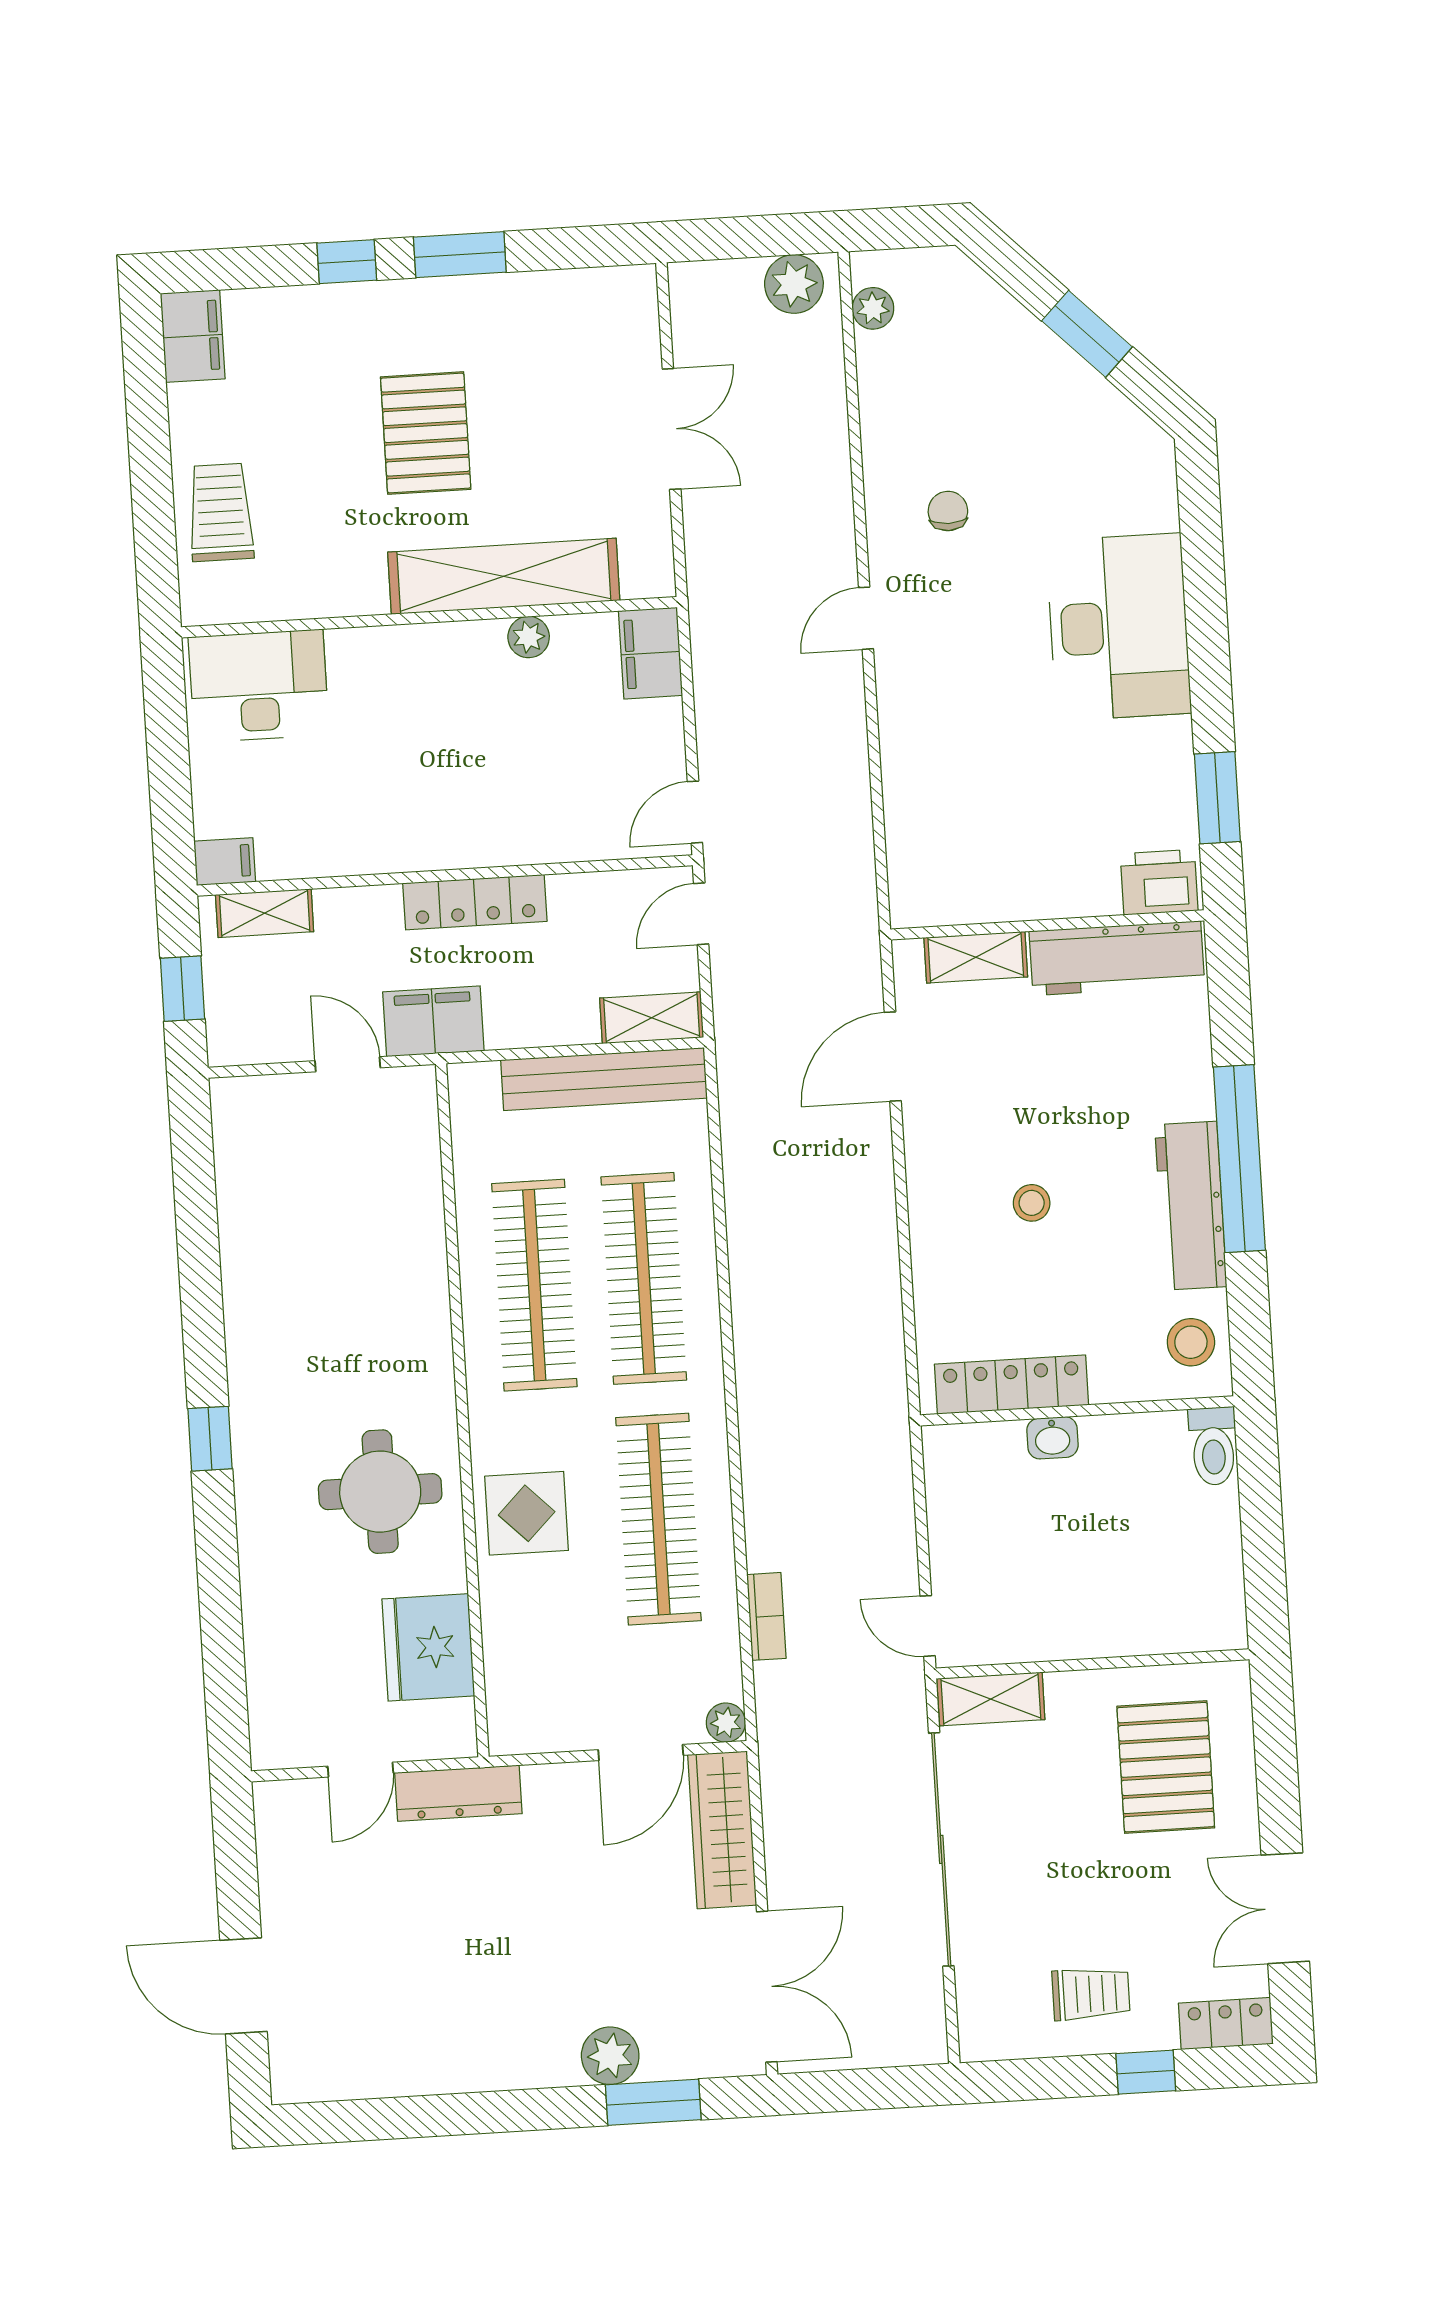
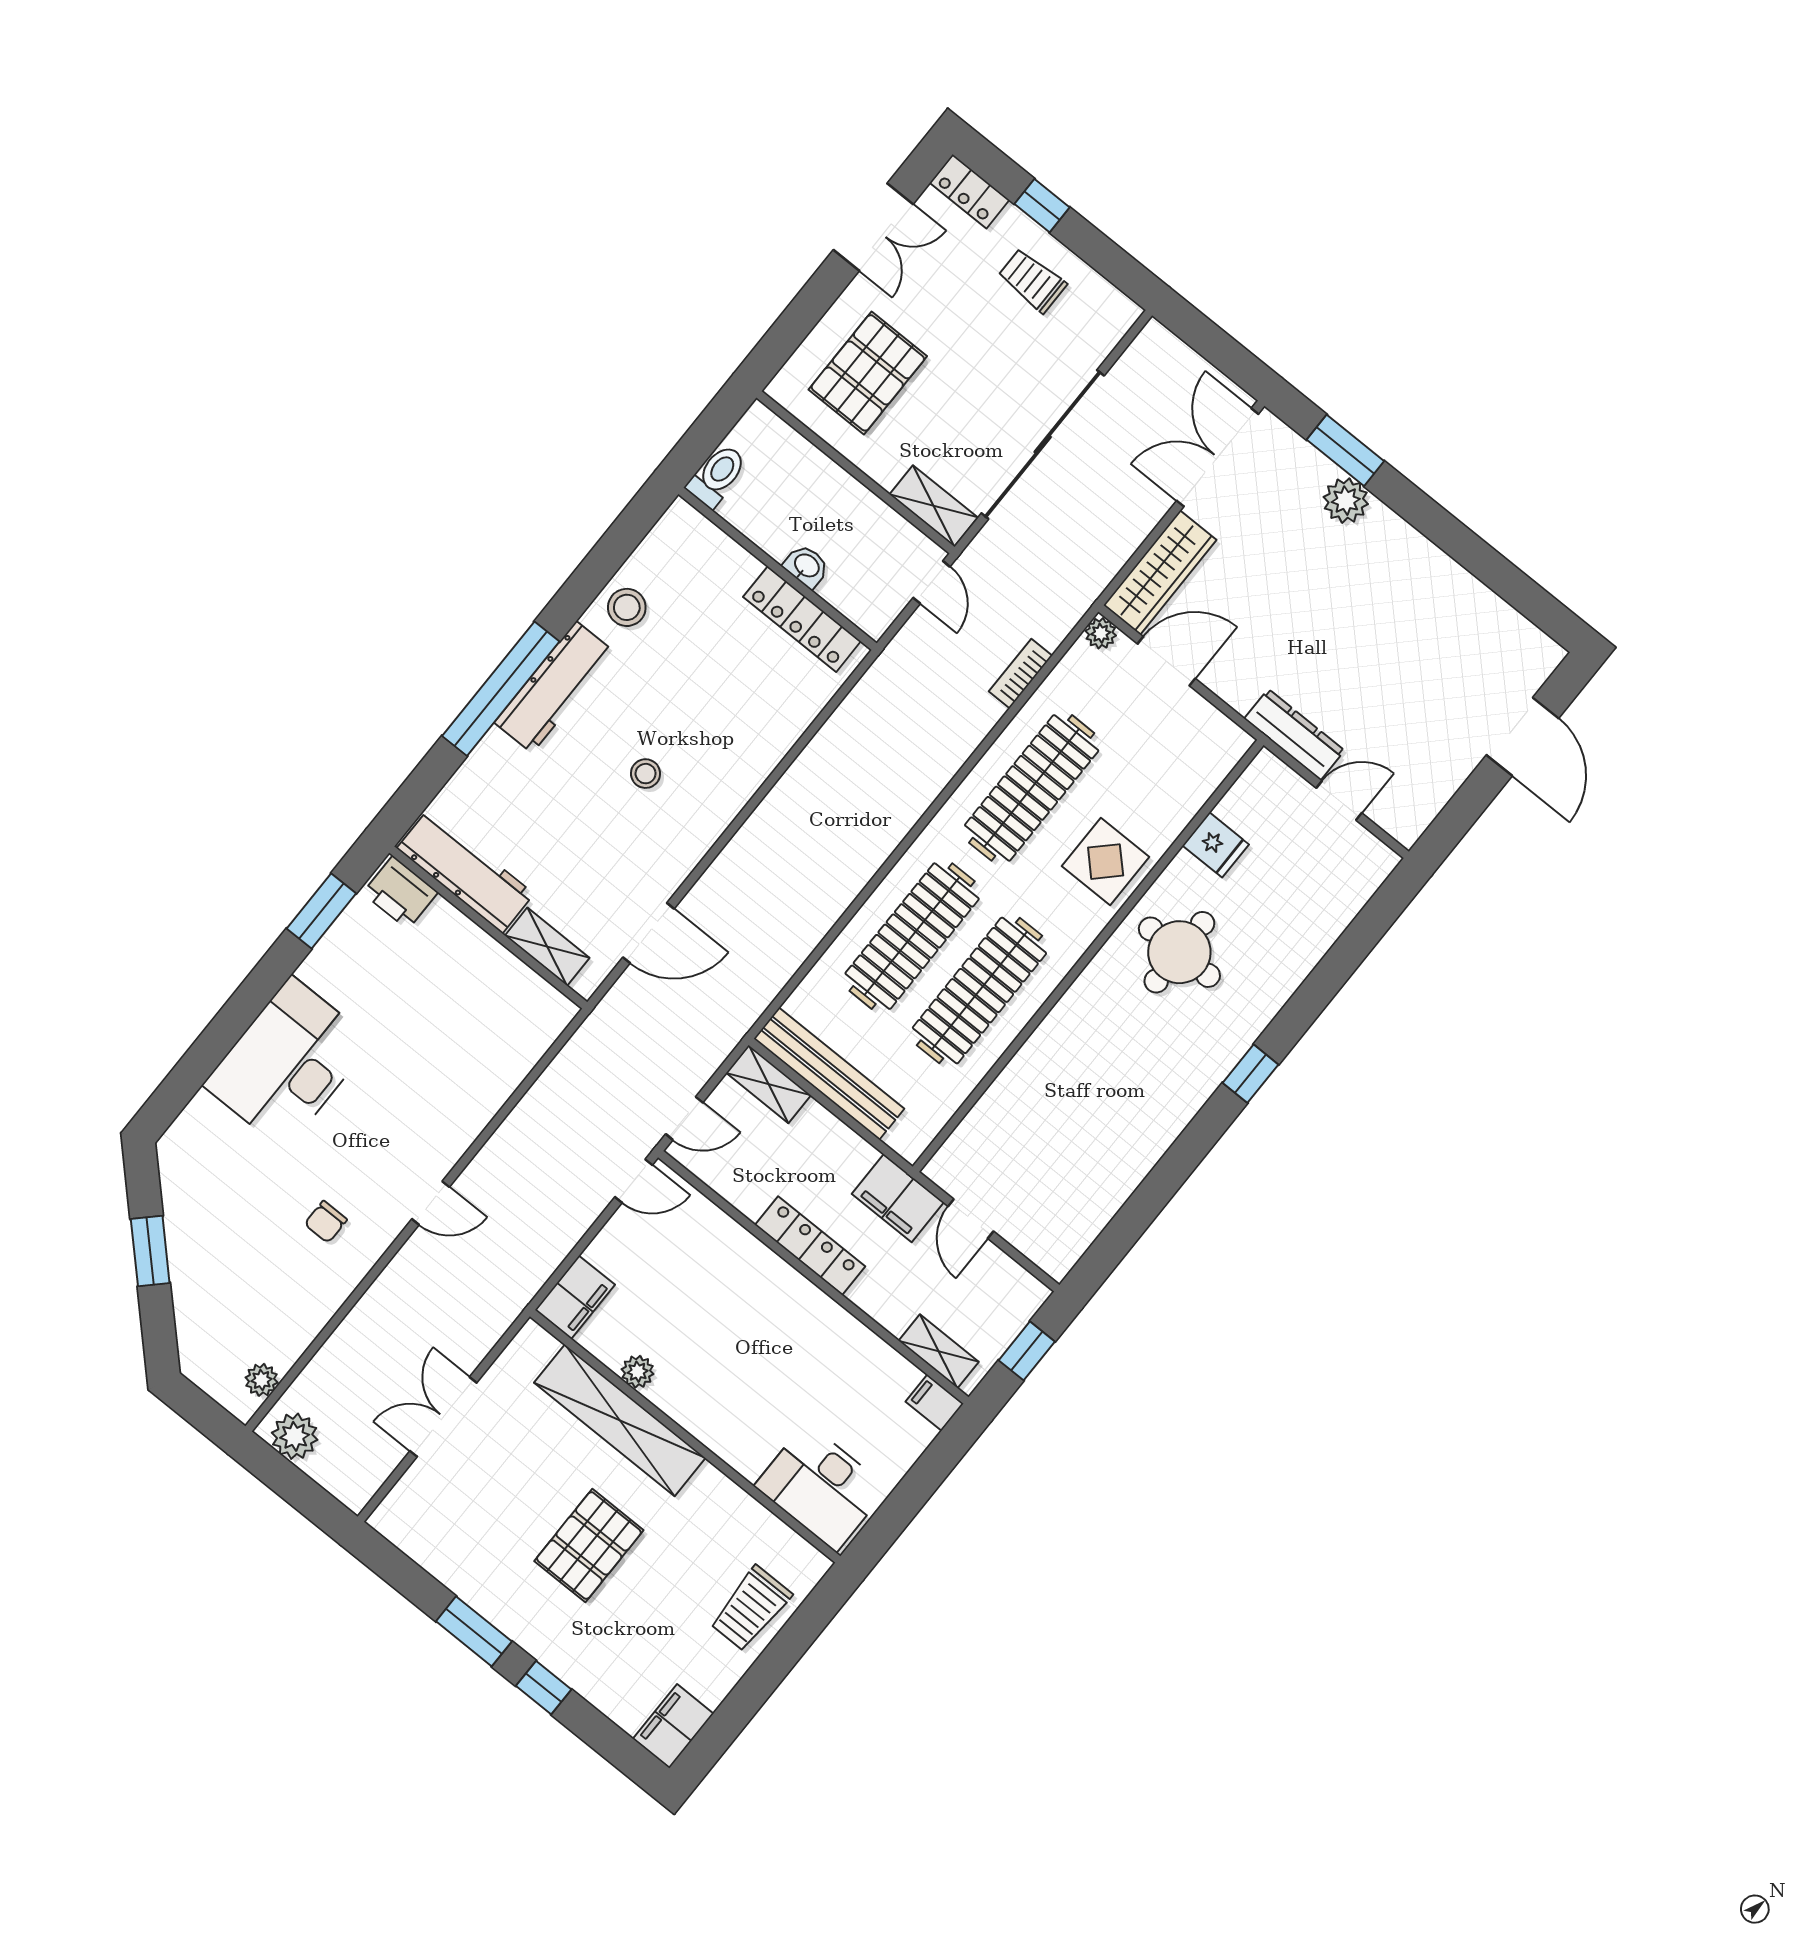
locker: (1011, 1385) -> (802, 619), moved
wall: (1077, 1411) -> (778, 569), moved
washbasin: (1052, 1438) -> (806, 566), moved
toilet: (1213, 1446) -> (717, 476), moved
fridge: (428, 1647) -> (1216, 845), width x0.53, depth x0.75

